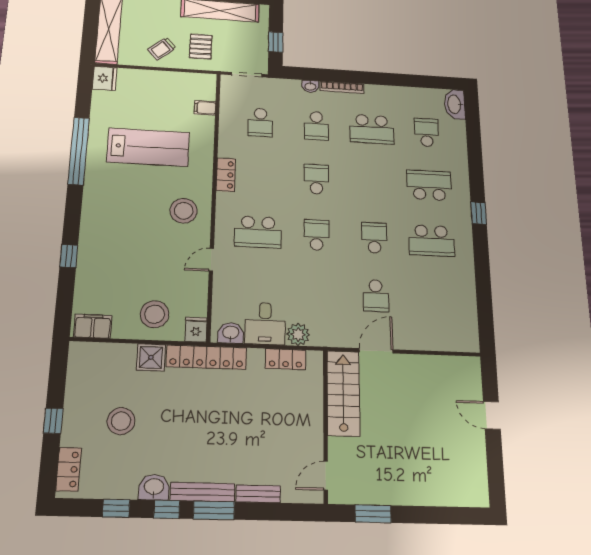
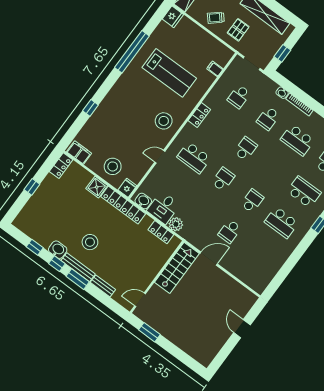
stool: (121, 421) -> (90, 242), moved
locker: (69, 469) -> (61, 166), moved

